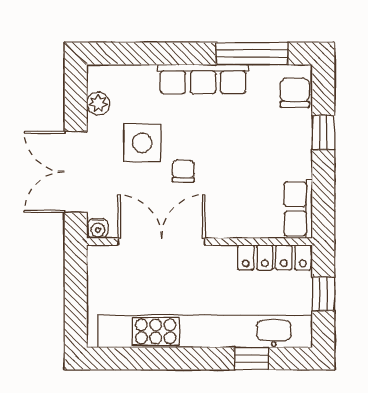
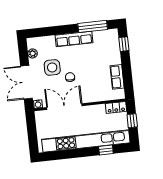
chair: (295, 93) -> (112, 40), removed
window: (323, 133) -> (124, 44), moved
row of seats: (298, 209) -> (117, 77), moved
locker: (274, 257) -> (116, 107), width x0.66

